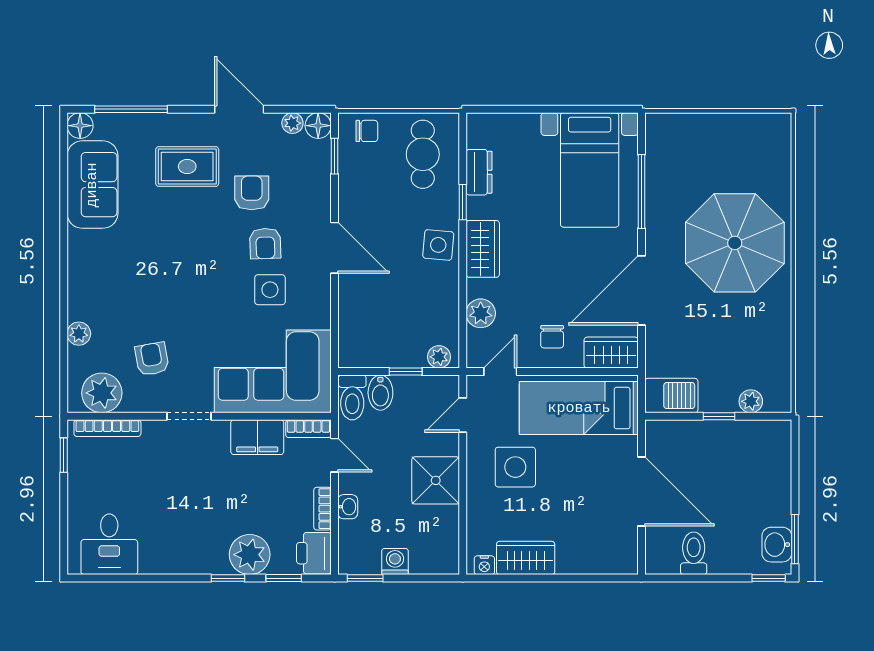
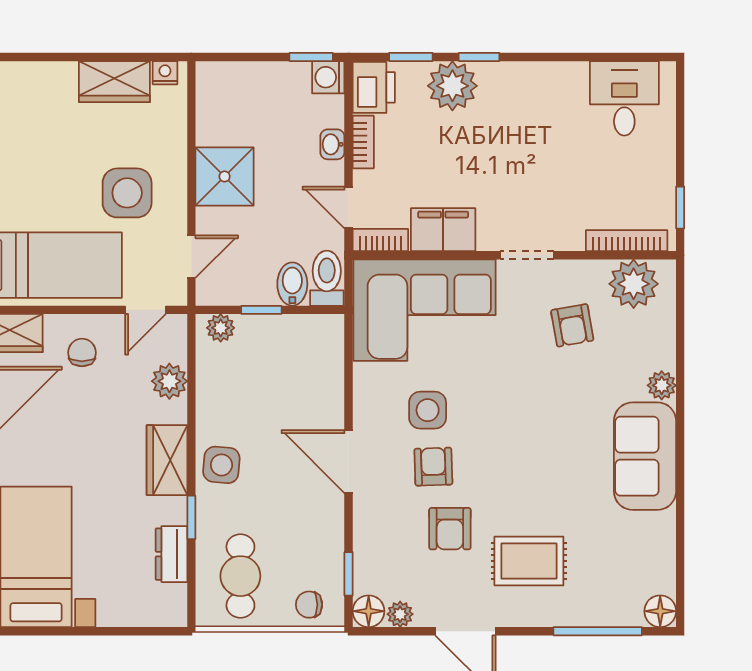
sofa: (92, 185) -> (645, 456), moved
plant: (79, 334) -> (662, 385), moved
washing machine: (395, 562) -> (328, 77), moved, turned 90

